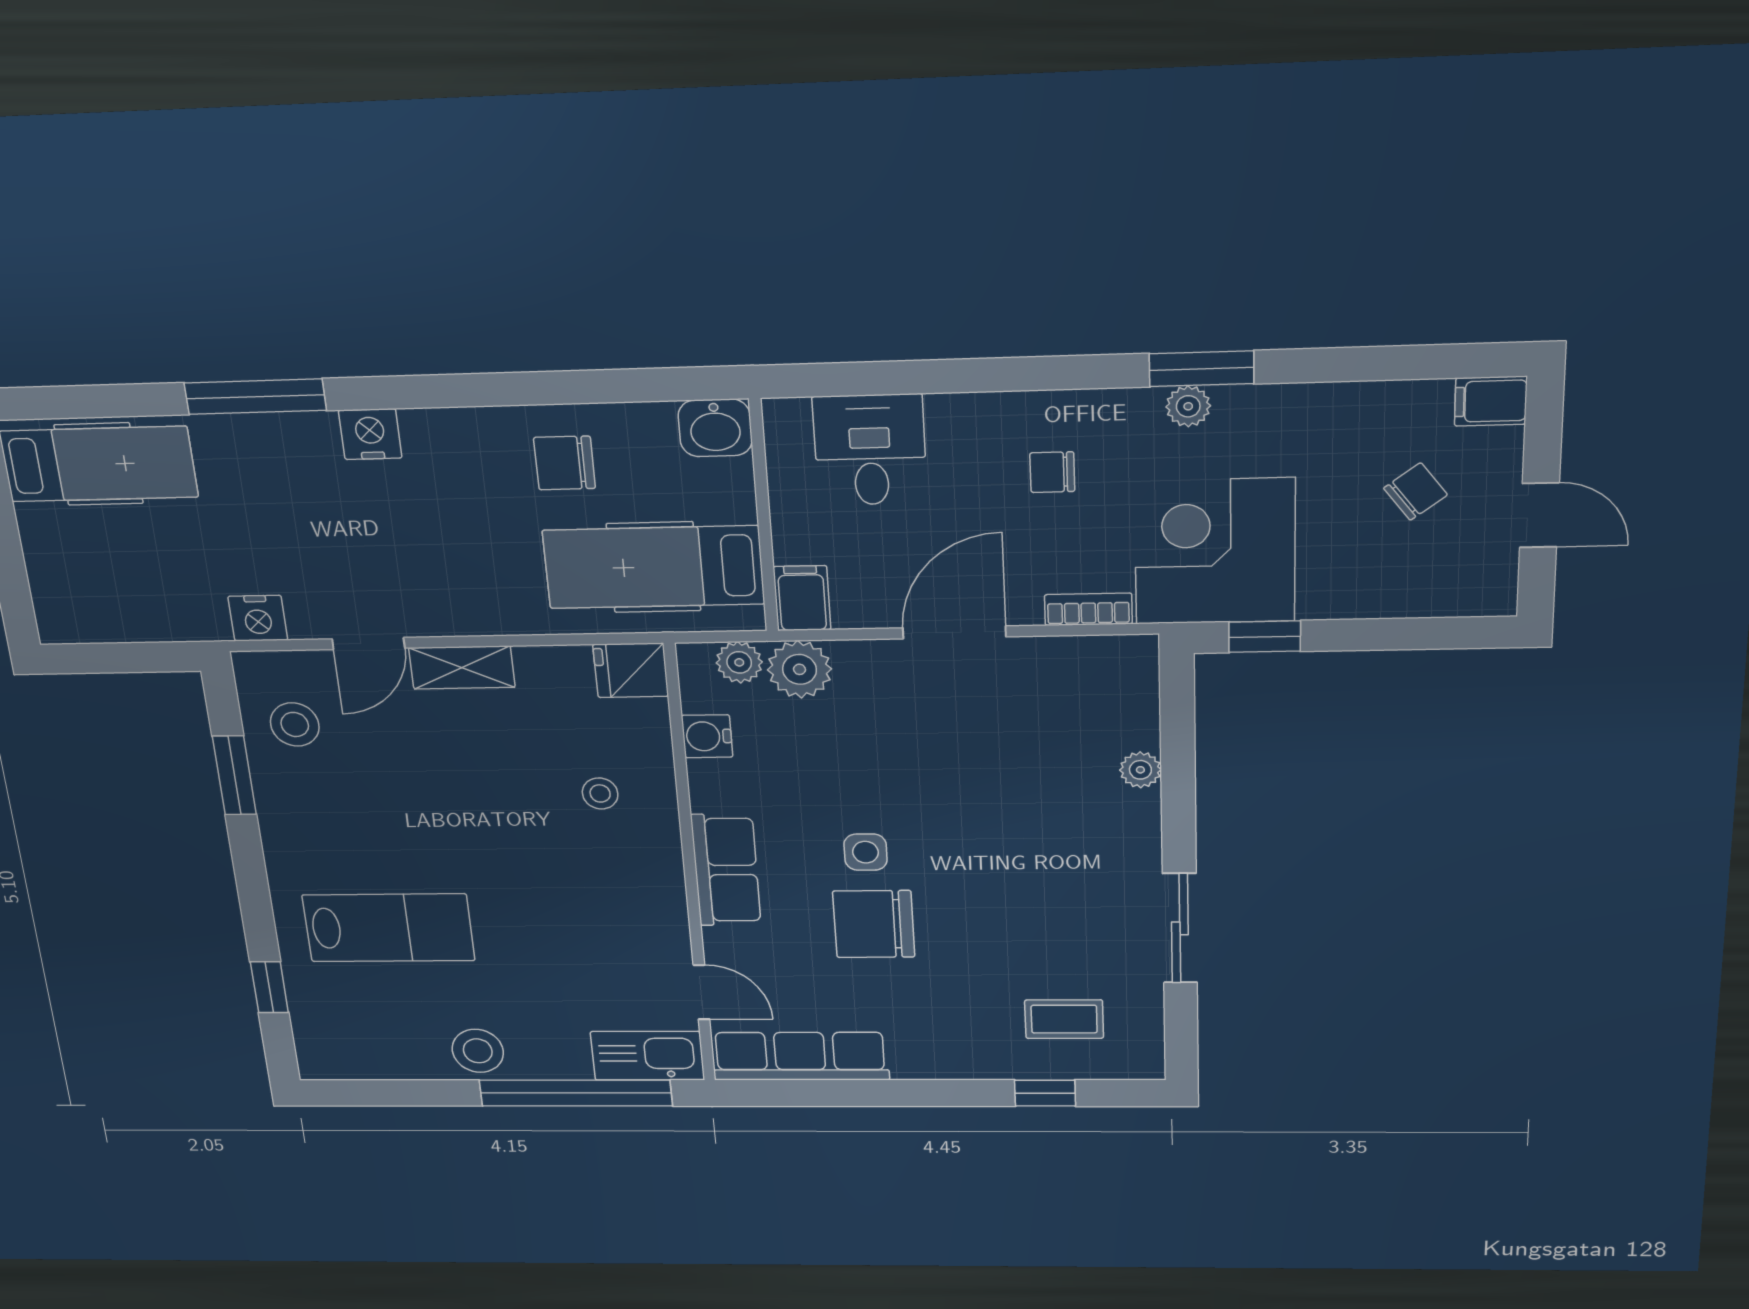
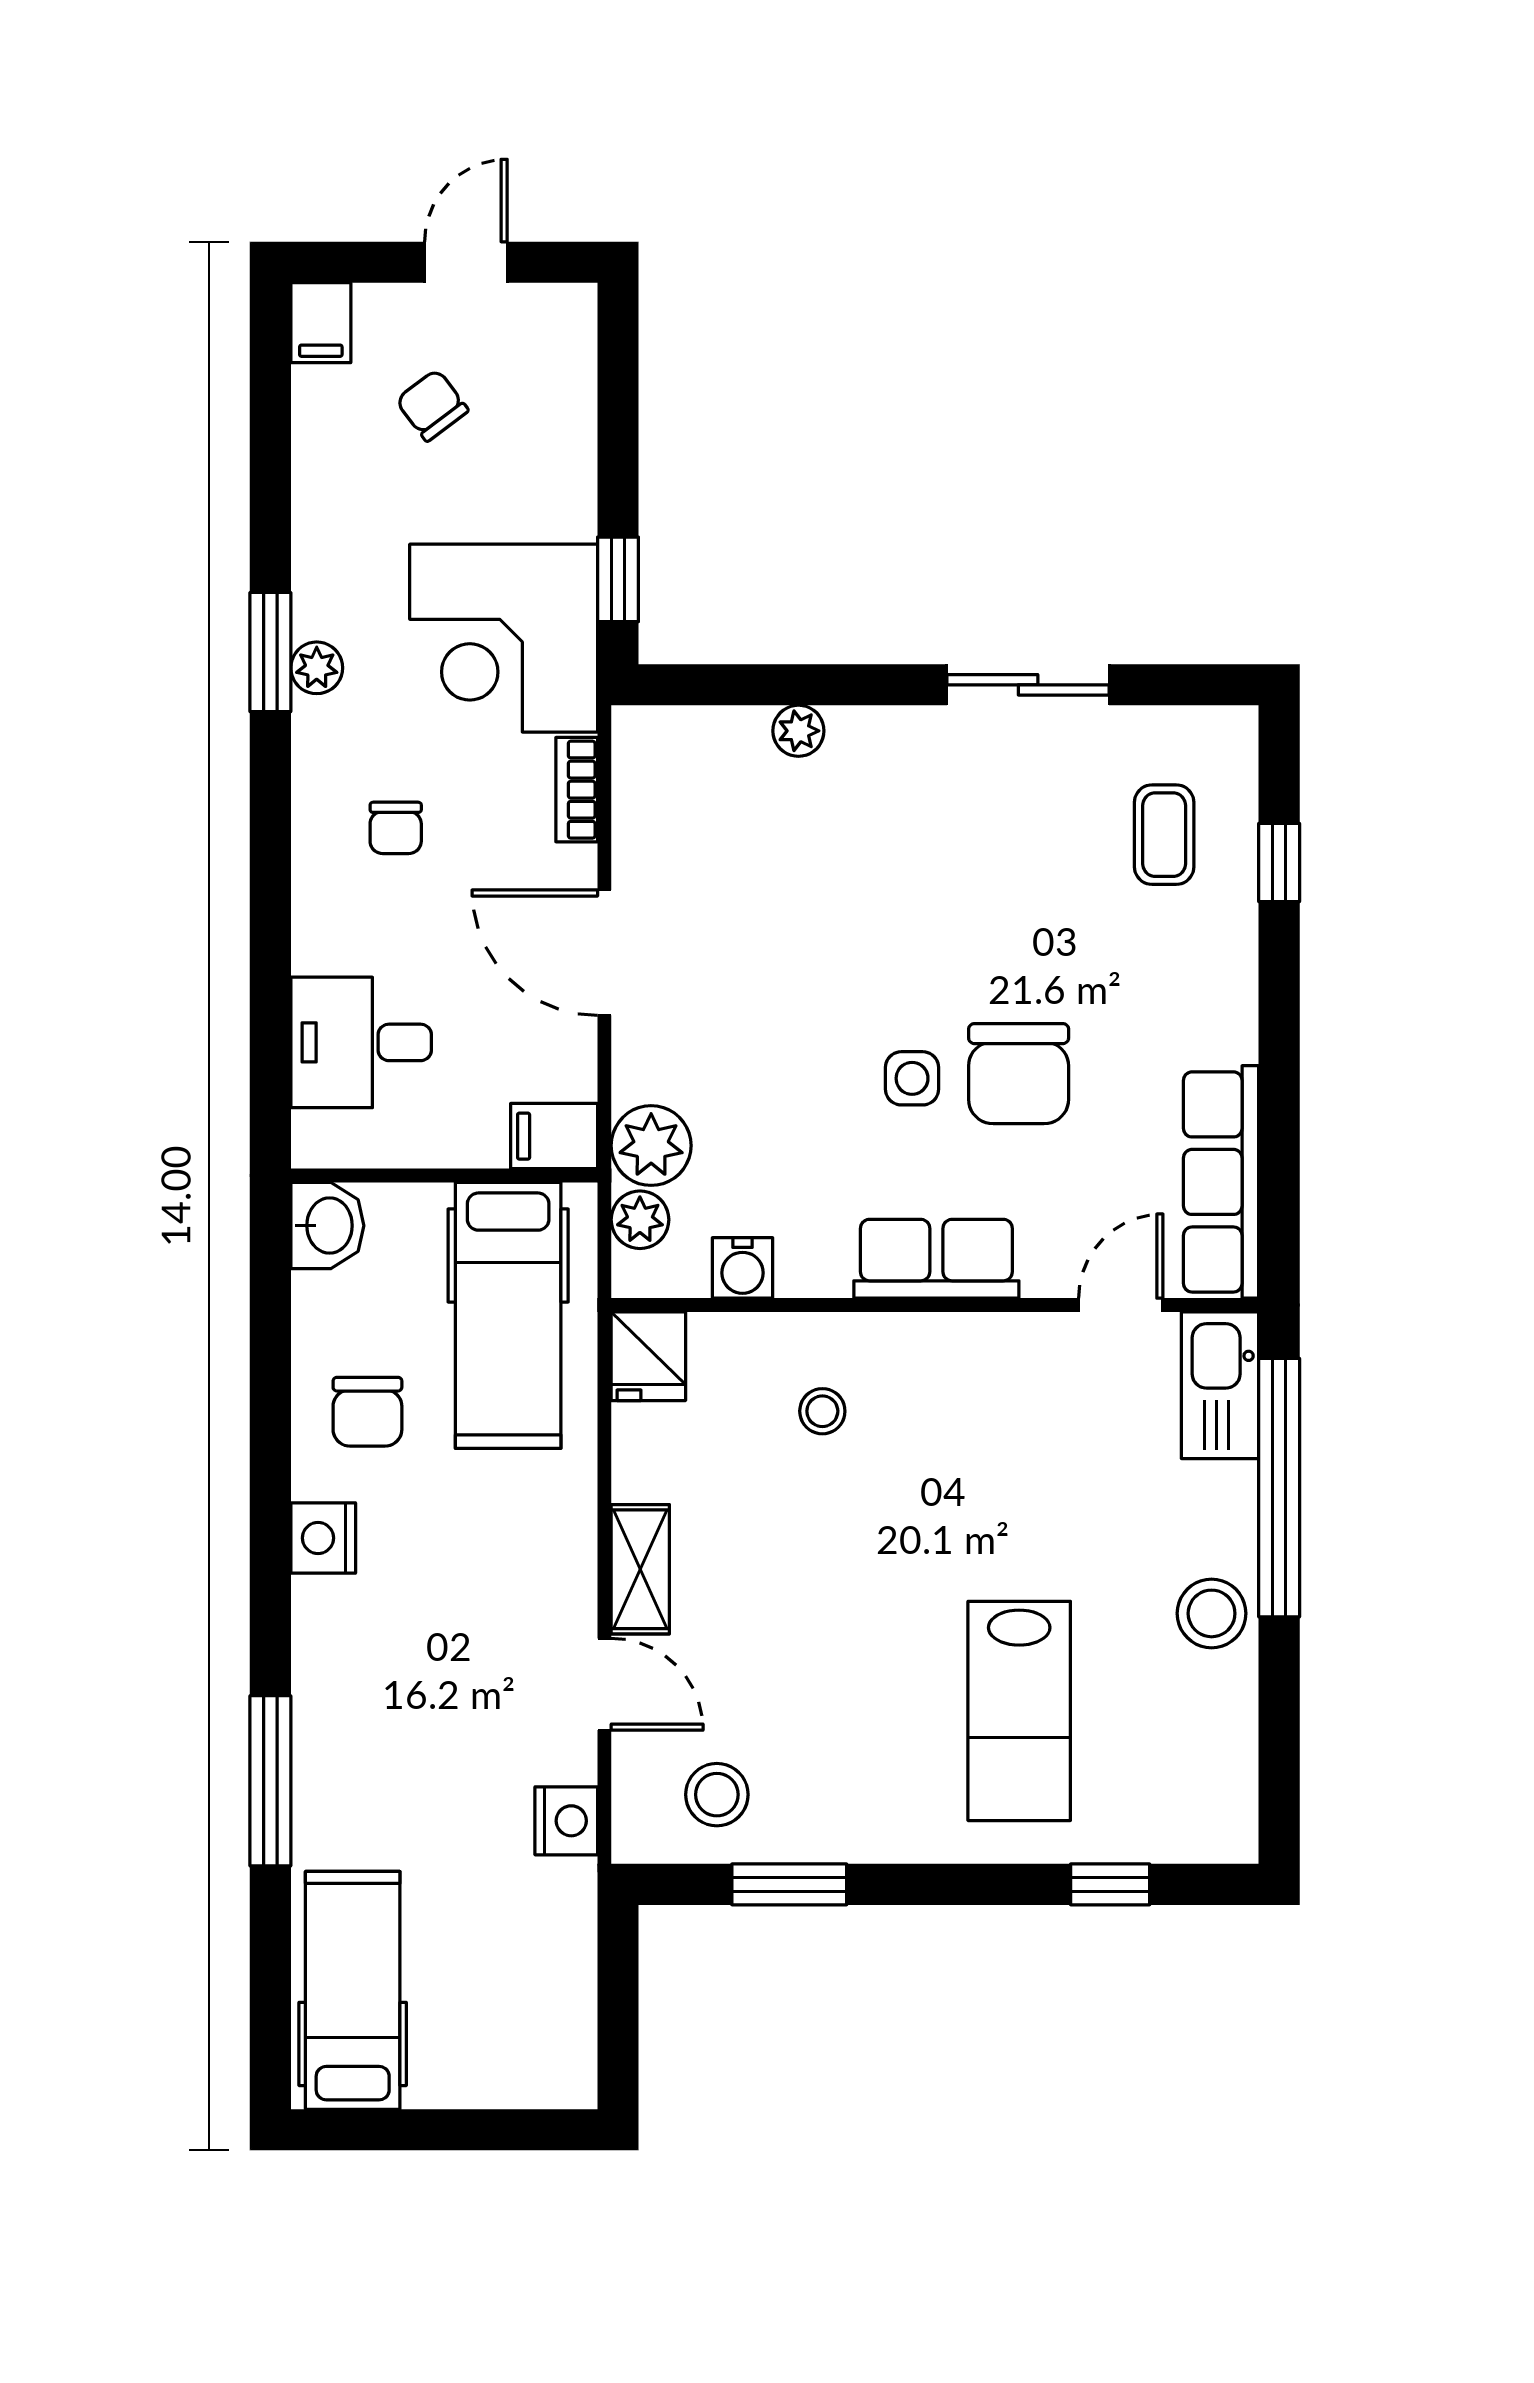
nightstand: (370, 434) -> (323, 1538), moved
lab bench: (388, 928) -> (1019, 1711), turned 180

